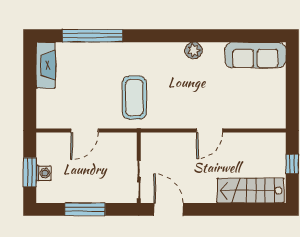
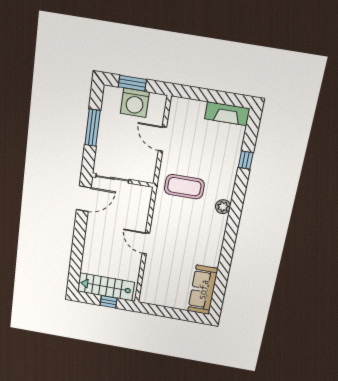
window: (93, 36) -> (246, 160), width x0.32
plant: (194, 50) -> (223, 207), moved
washing machine: (44, 173) -> (135, 103), width x1.89, depth x1.89
stairs: (251, 190) -> (106, 287), moved, turned -90

